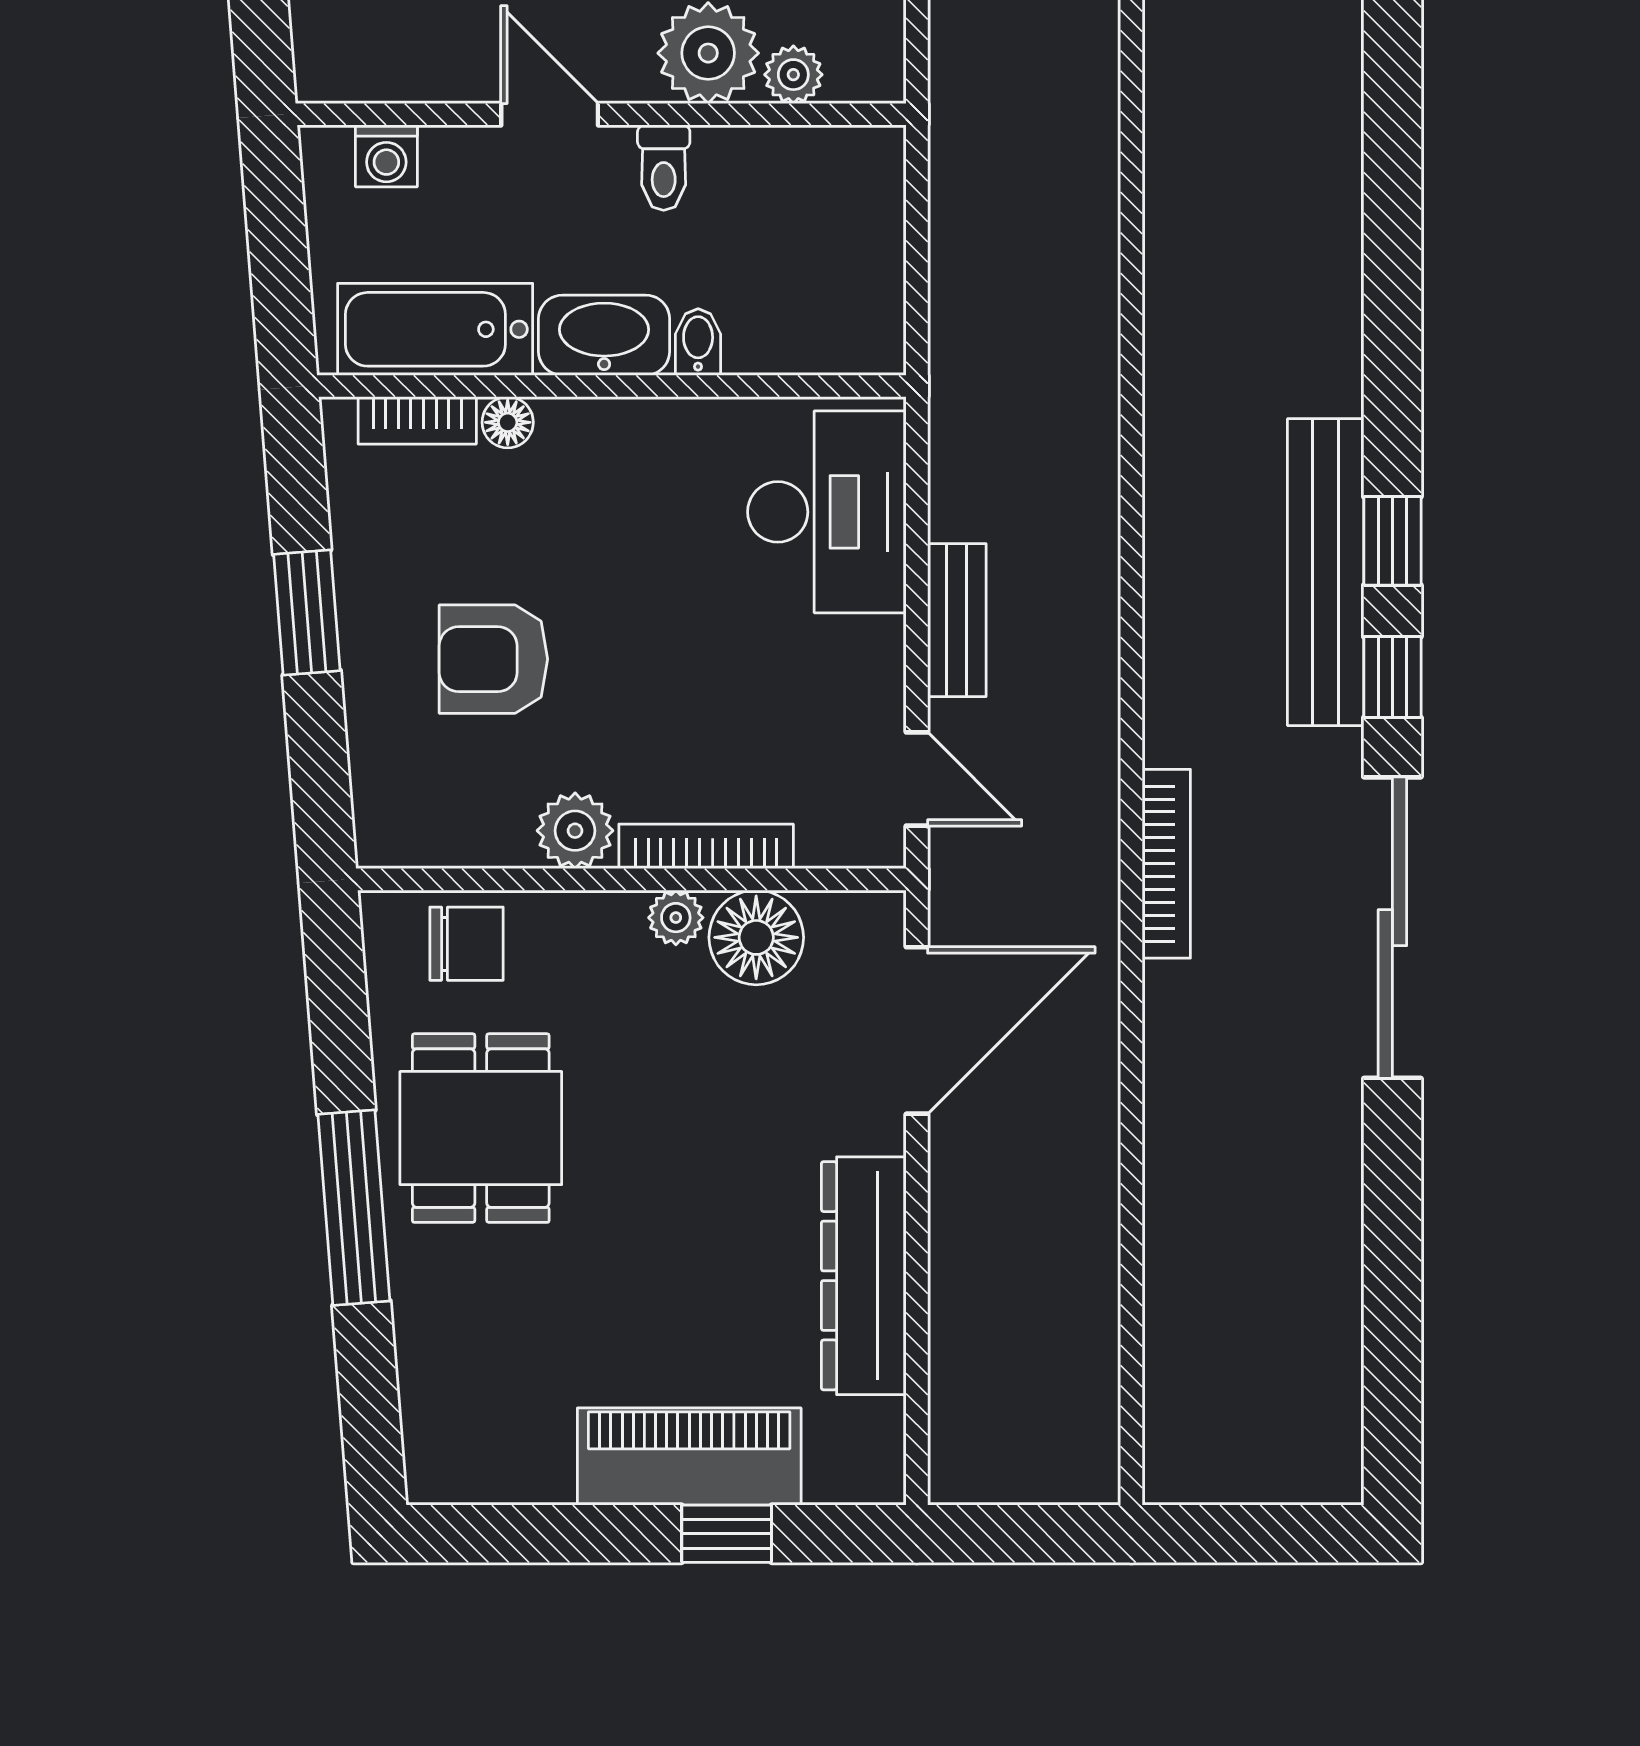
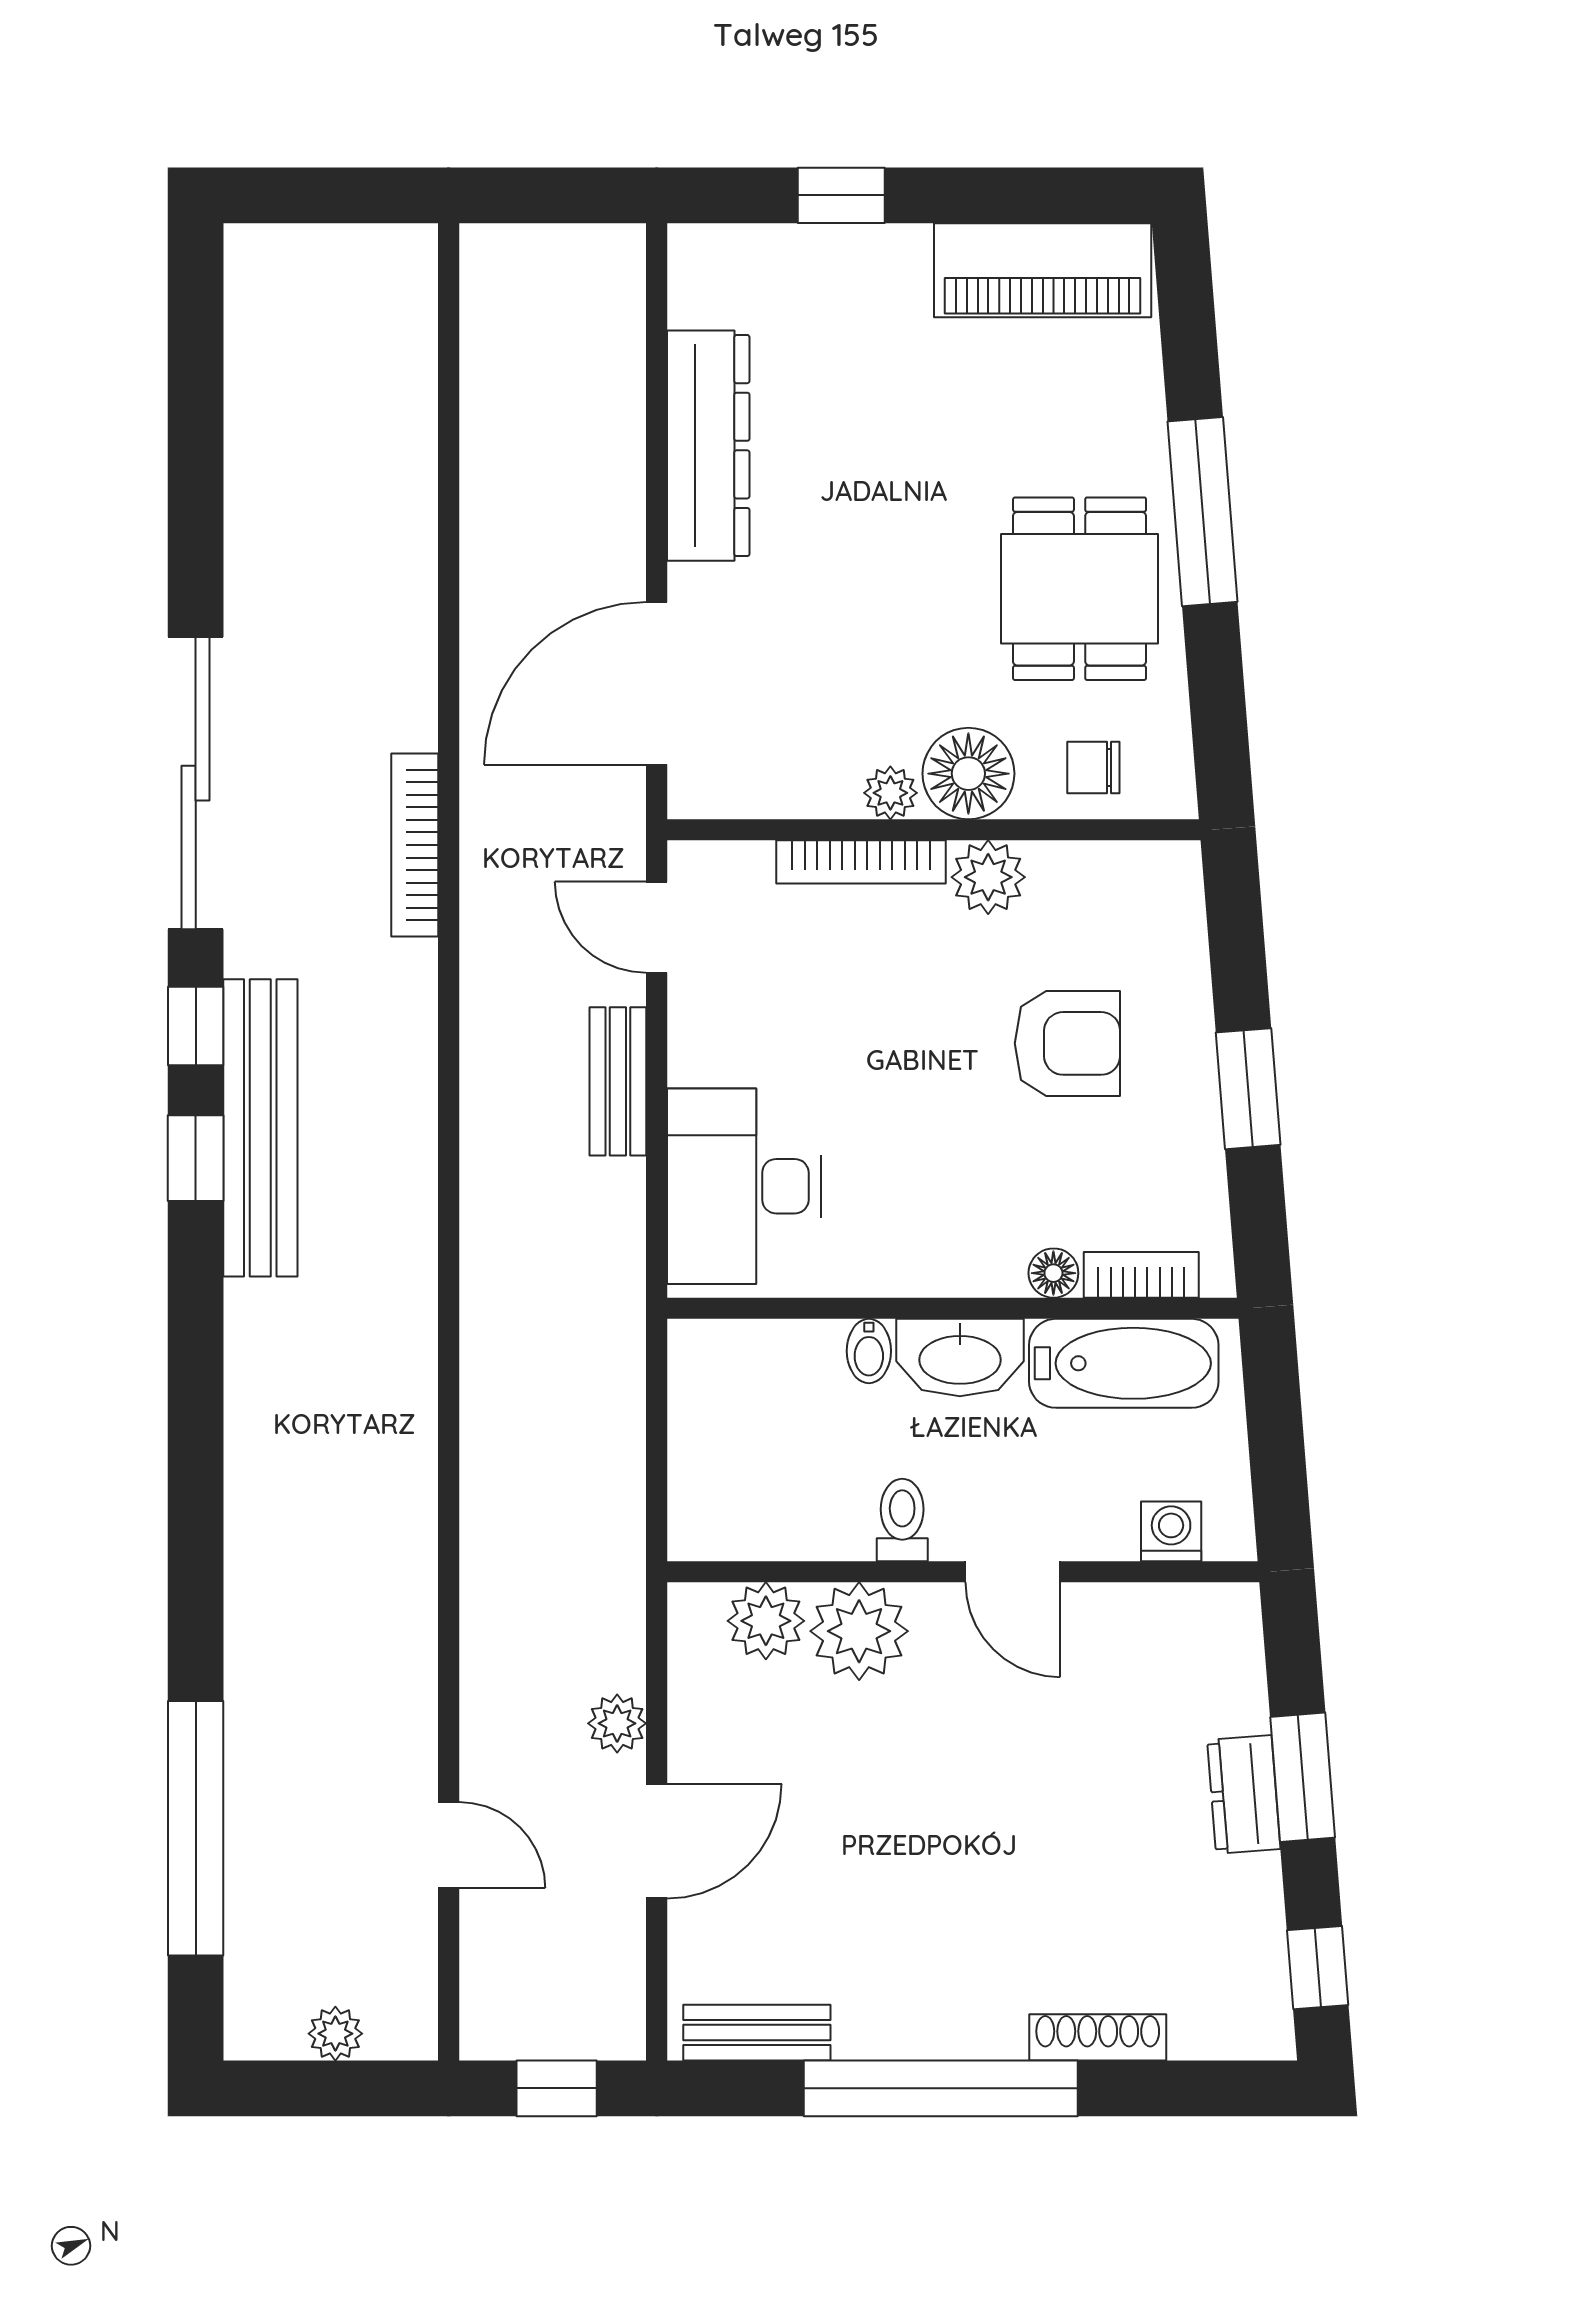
plant: (793, 75) -> (766, 1621), width x1.38, depth x1.38
floor lamp: (756, 937) -> (968, 774), moved
chair: (466, 944) -> (1093, 768), width x0.73, depth x0.73
piano: (689, 1457) -> (1043, 270), moved

